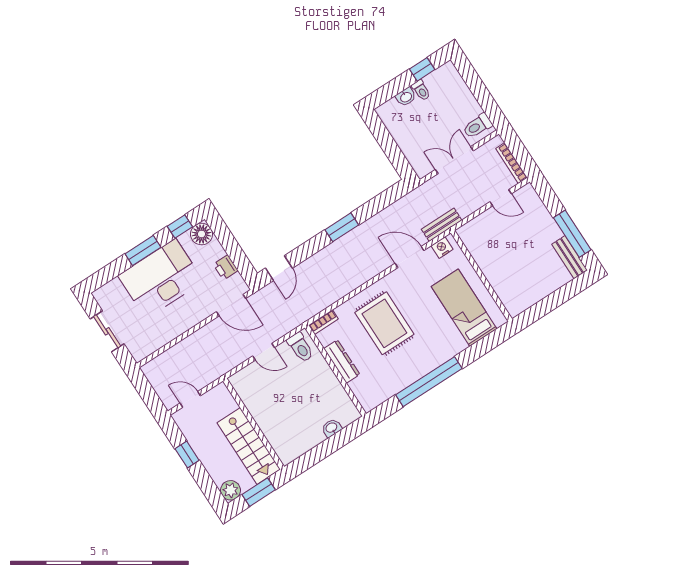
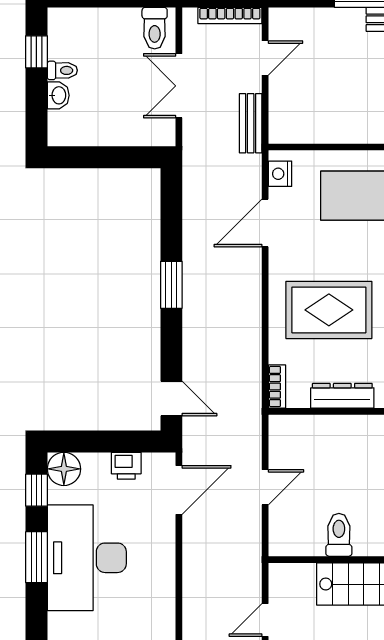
bench: (442, 225) -> (251, 123), moved
toilet: (300, 347) -> (339, 535), moved, turned -90

